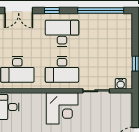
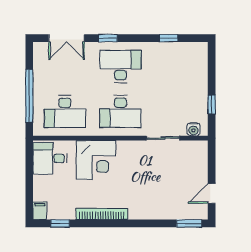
window: (101, 10) -> (169, 38), width x0.32
corner desk: (62, 108) -> (96, 160), moved

